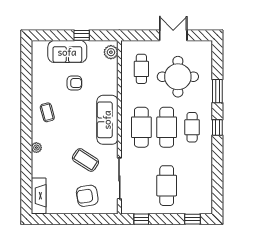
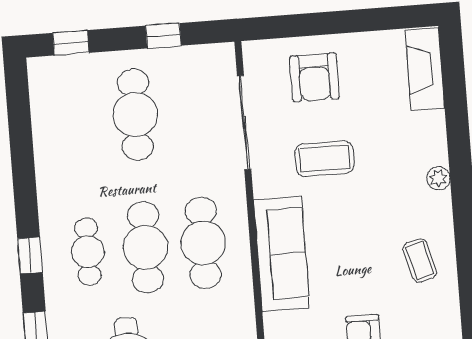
coffee table: (85, 160) -> (325, 159), turned -33
armchair: (87, 196) -> (314, 77), turned 99
window: (141, 219) -> (163, 36), moved

